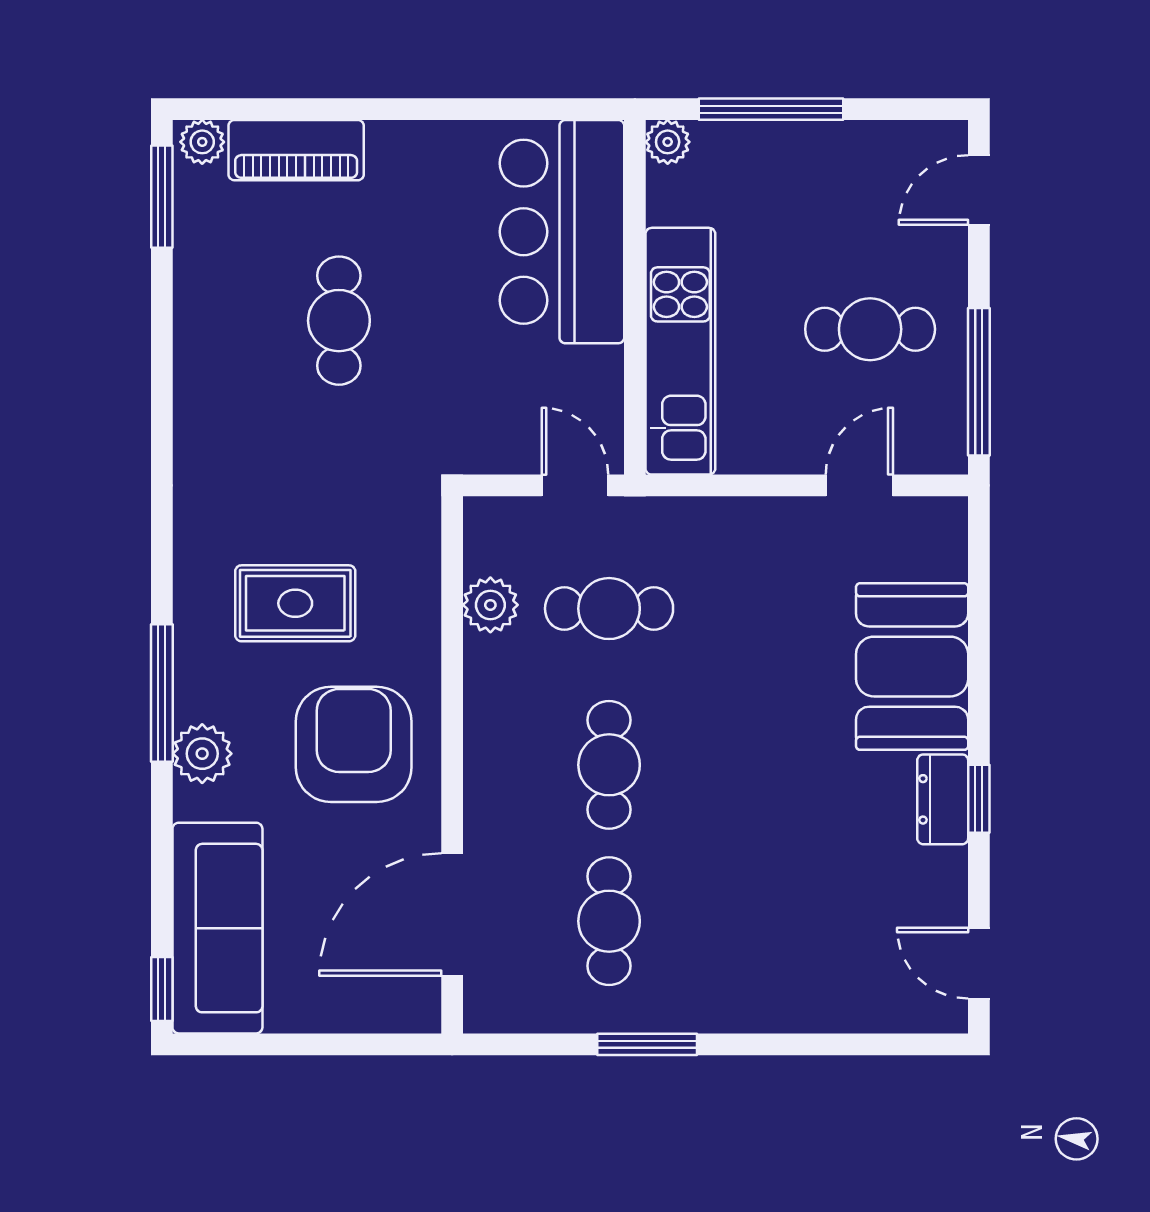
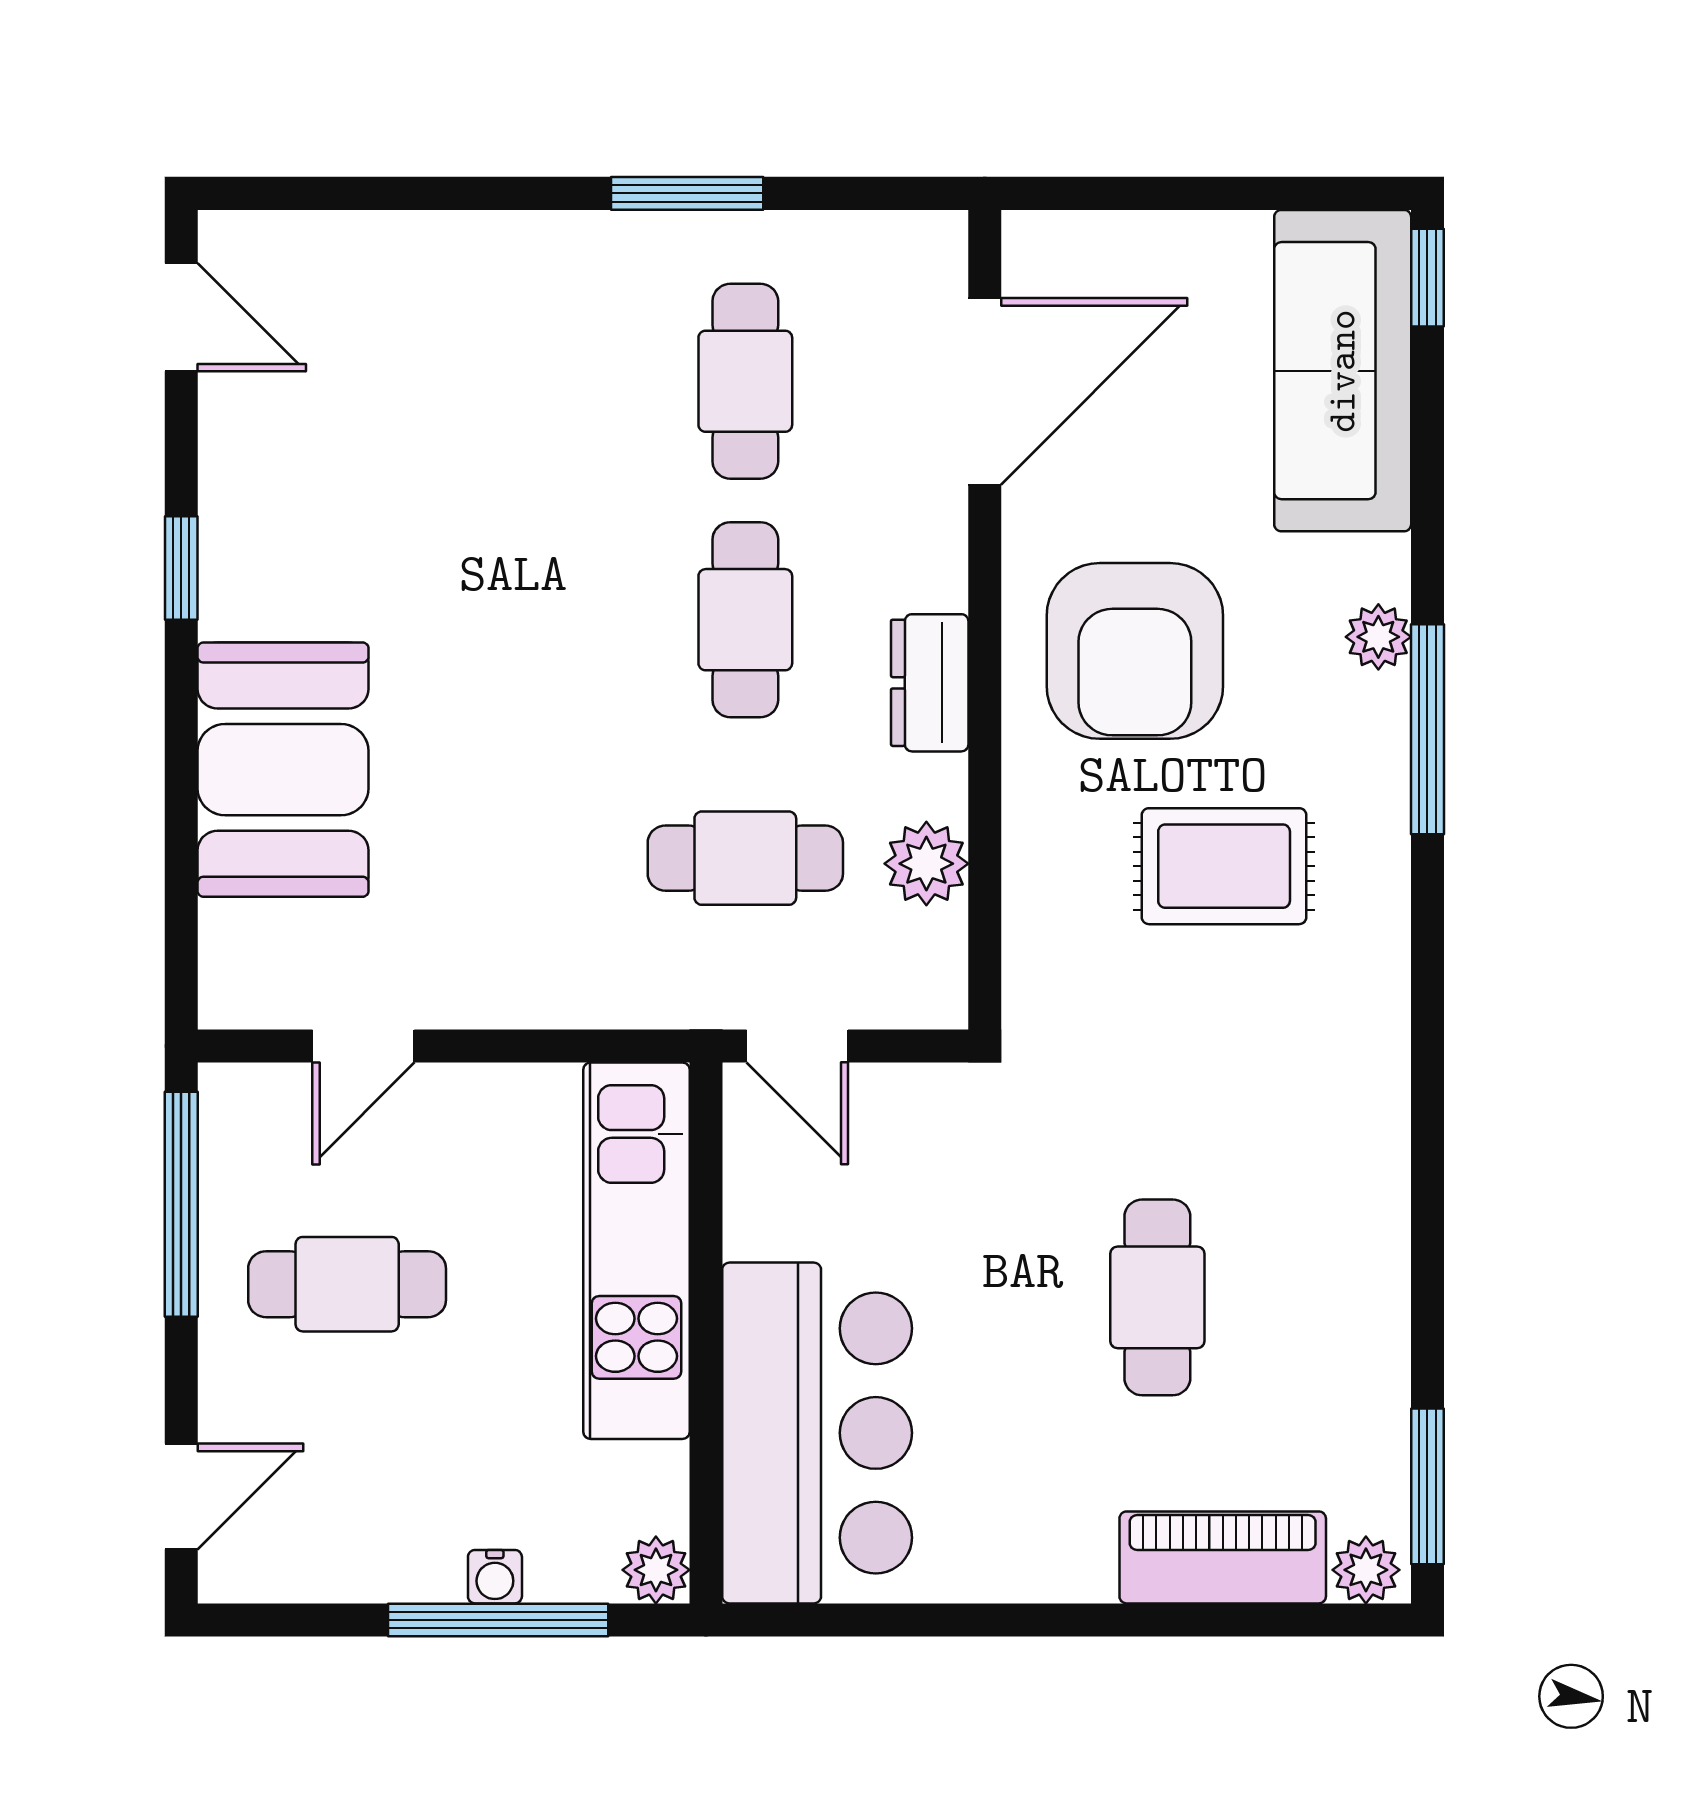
water cooler: (773, 138) -> (495, 1577), added
plant: (202, 754) -> (1378, 637), width x0.73, depth x0.73
dresser: (943, 799) -> (930, 683), moved, turned 180

